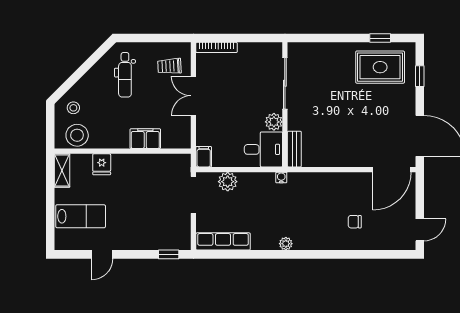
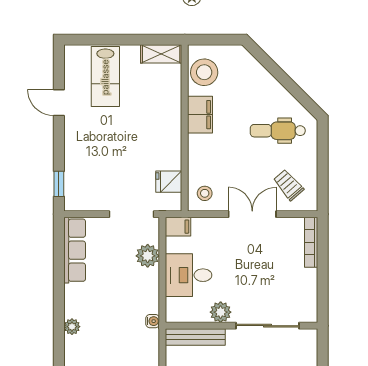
trolley: (169, 66) -> (288, 185), turned -38
stool: (73, 108) -> (205, 193), moved
filing cabinet: (145, 139) -> (200, 115), moved
desk: (263, 149) -> (189, 275), moved, turned 90
bench: (294, 149) -> (195, 337), width x1.36
fridge: (102, 164) -> (169, 182), moved

